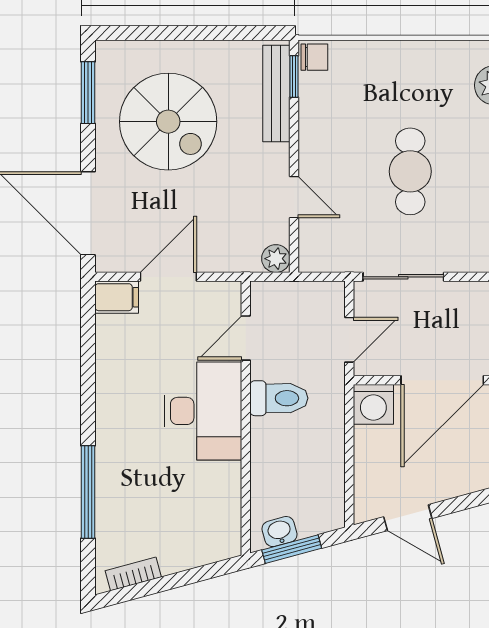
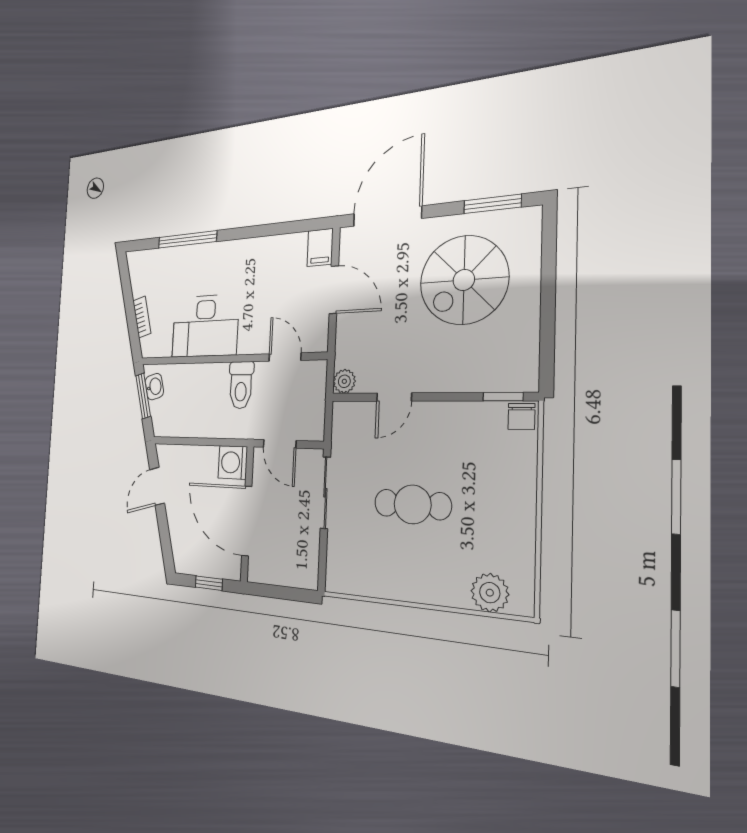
bench: (276, 93) -> (487, 380), removed
desk: (203, 411) -> (205, 326), moved
bookcase: (133, 574) -> (142, 317), moved

